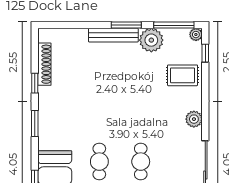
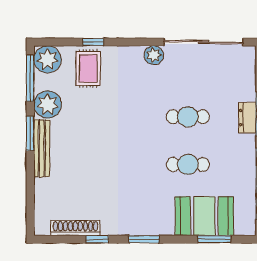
plant: (196, 35) -> (47, 59), width x1.88, depth x1.88
window: (205, 53) -> (93, 42), moved
plant: (194, 119) -> (154, 55), moved

